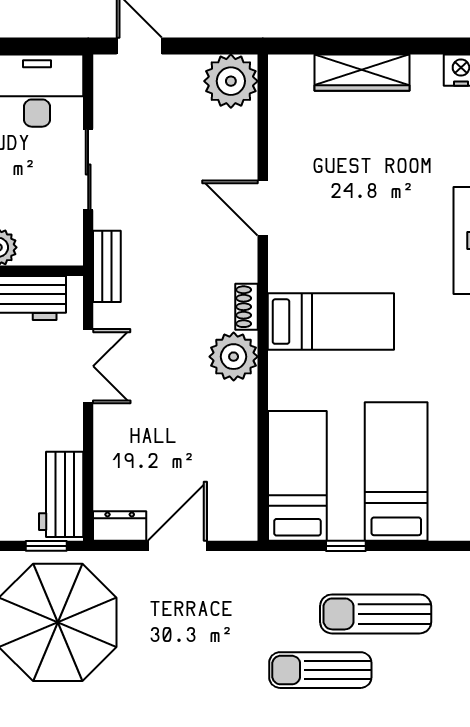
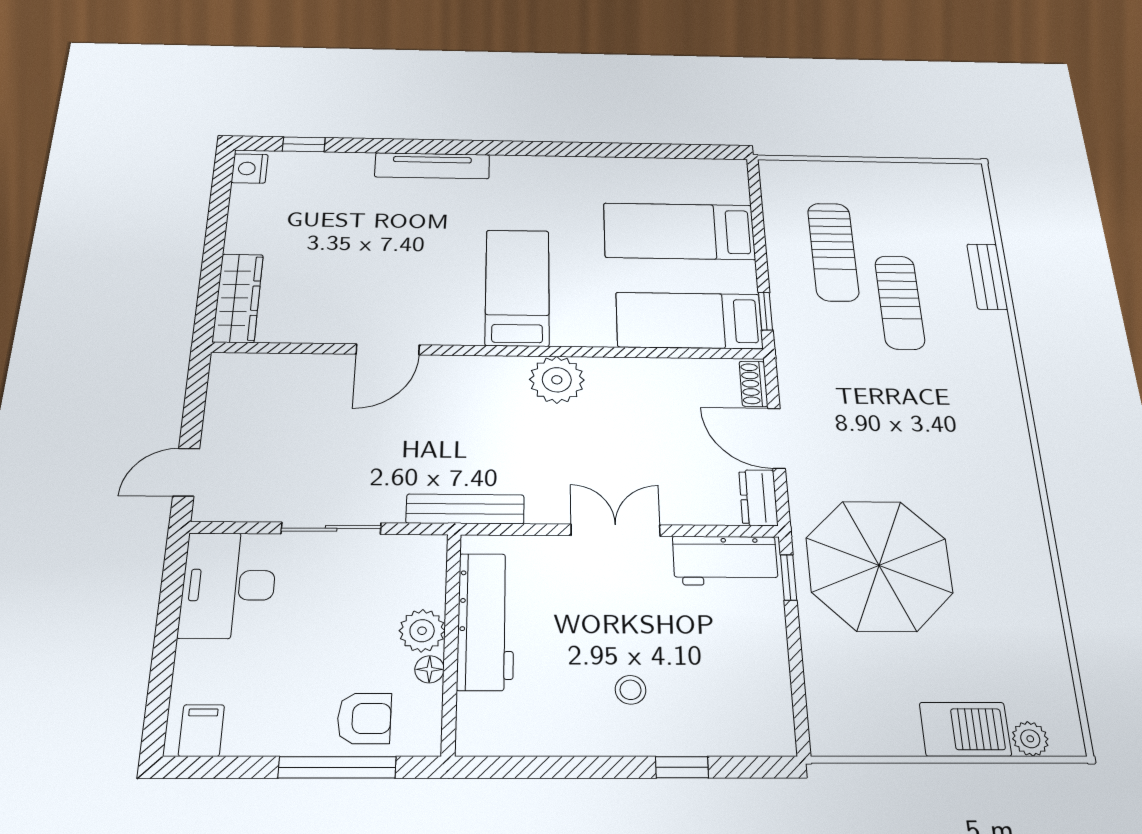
wardrobe: (362, 73) -> (238, 298), moved
plant: (231, 81) -> (239, 379), removed
bench: (107, 266) -> (465, 509), width x1.36
shoe rack: (246, 307) -> (753, 384), moved, turned 90
double door: (88, 366) -> (616, 530), moved
window: (346, 546) -> (766, 311), moved

